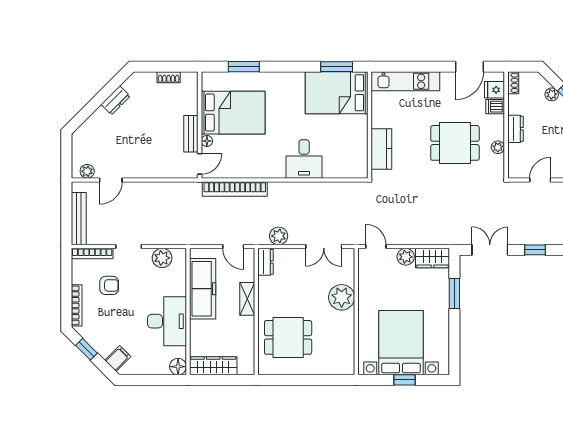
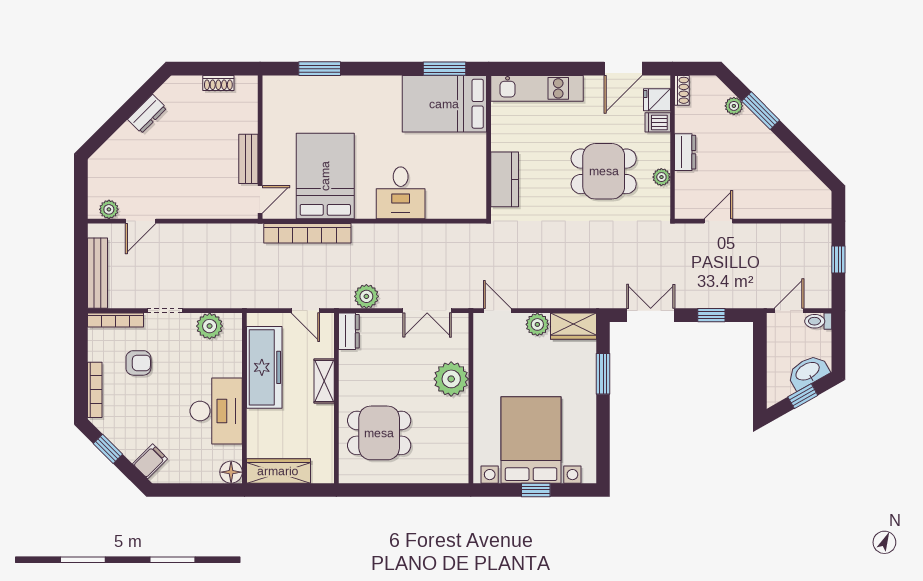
bed: (233, 113) -> (325, 176), moved, turned -90
floor lamp: (207, 141) -> (270, 169), removed

